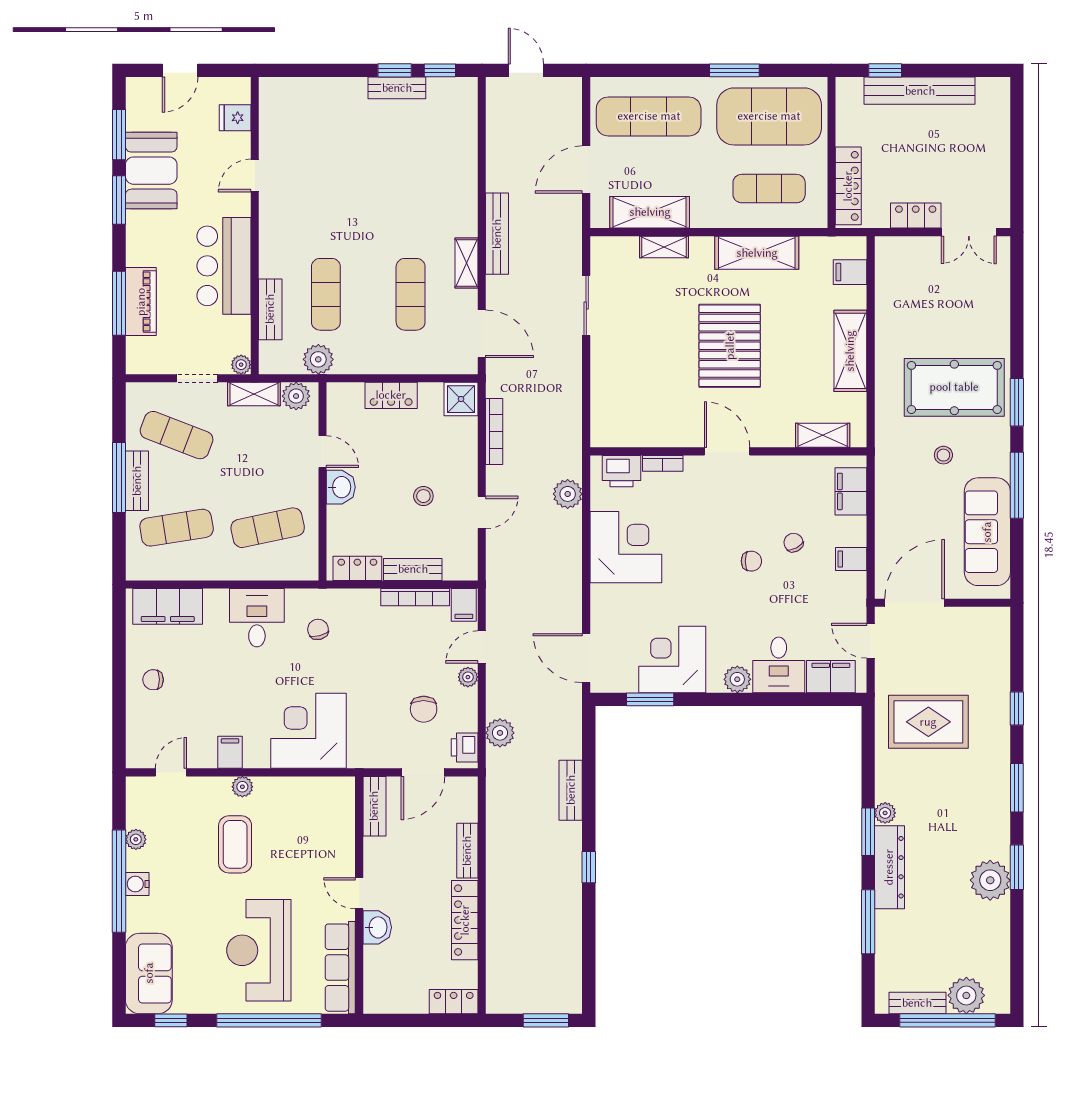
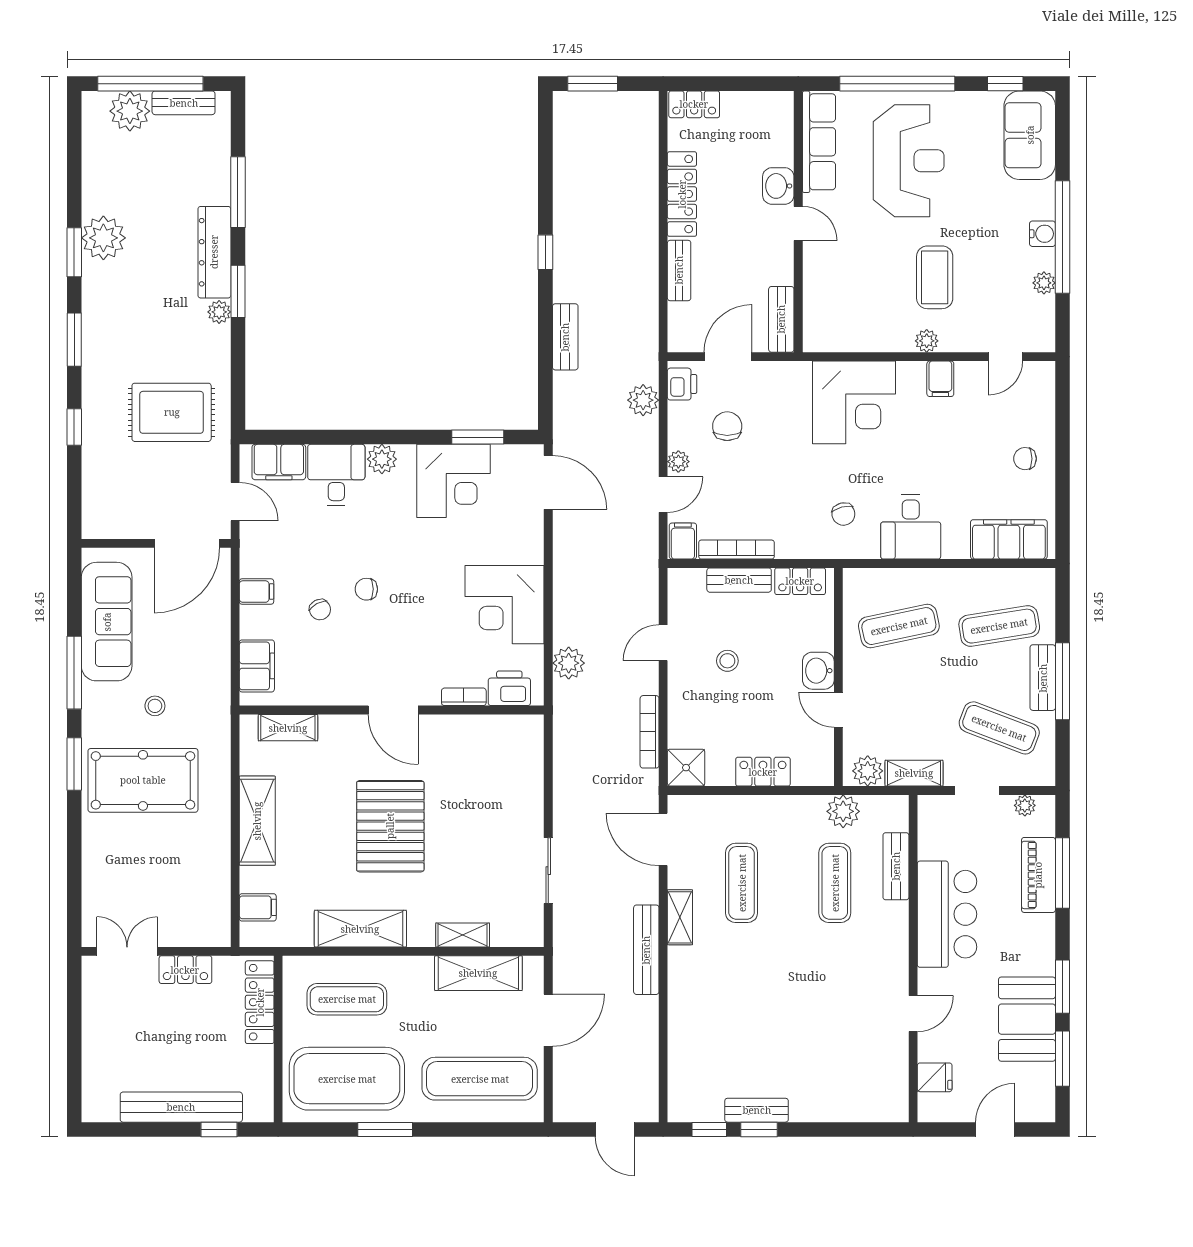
plant: (241, 365) -> (1025, 805), moved
chair: (153, 680) -> (1025, 459), turned 180

